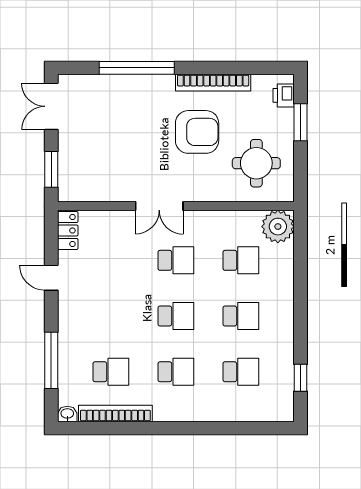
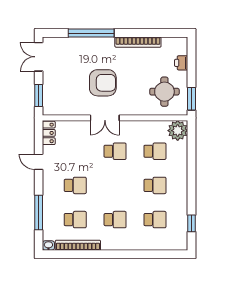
printer: (284, 95) -> (181, 63), moved
window: (300, 122) -> (192, 99), moved
armchair: (197, 132) -> (103, 83), moved
school desk: (176, 316) -> (75, 185), moved

